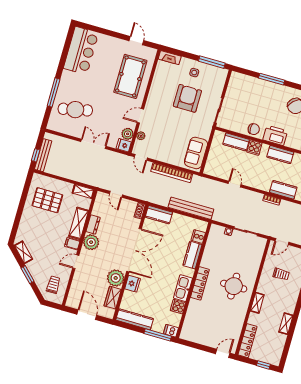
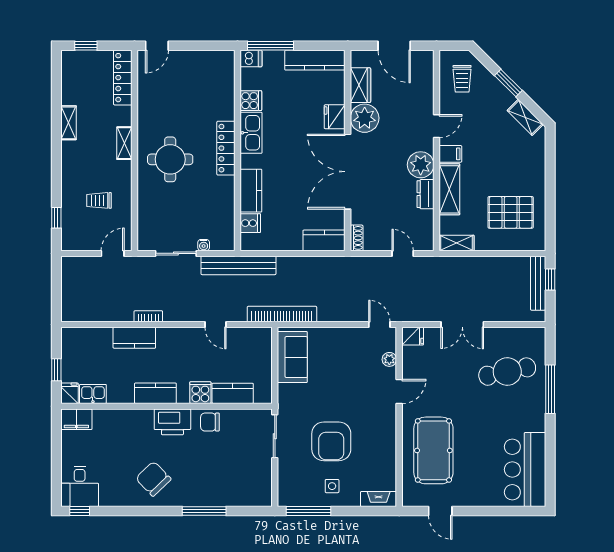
plant: (128, 134) -> (412, 356), removed
bookcase: (172, 173) -> (282, 314), moved
bench: (191, 208) -> (238, 265), moved

